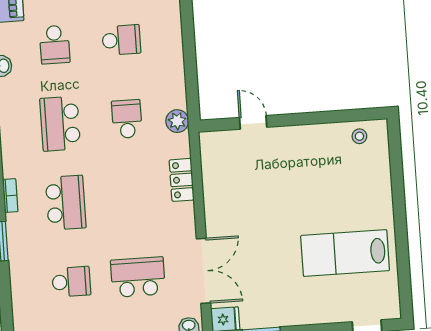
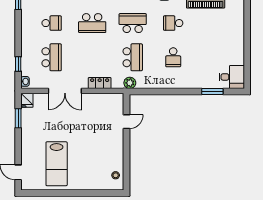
school desk: (127, 119) -> (133, 57), width x1.85
lab bench: (345, 253) -> (57, 164), turned 180
double door: (204, 271) -> (65, 91), moved
school desk: (71, 282) -> (52, 23), turned -90

